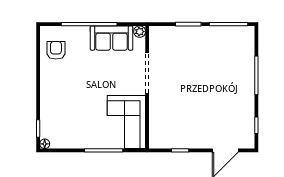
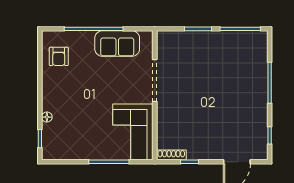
plant: (140, 32) -> (147, 37), removed
armchair: (56, 50) -> (59, 56), turned 180
floor lamp: (45, 144) -> (47, 117), moved
shoe rack: (163, 144) -> (171, 155), added

